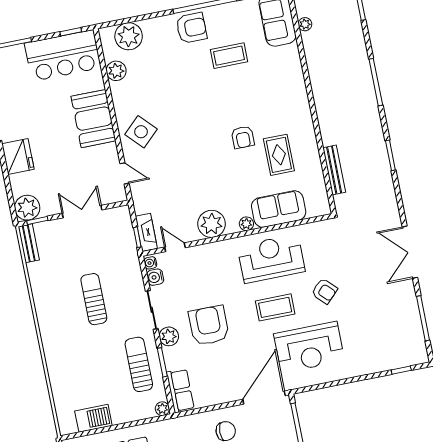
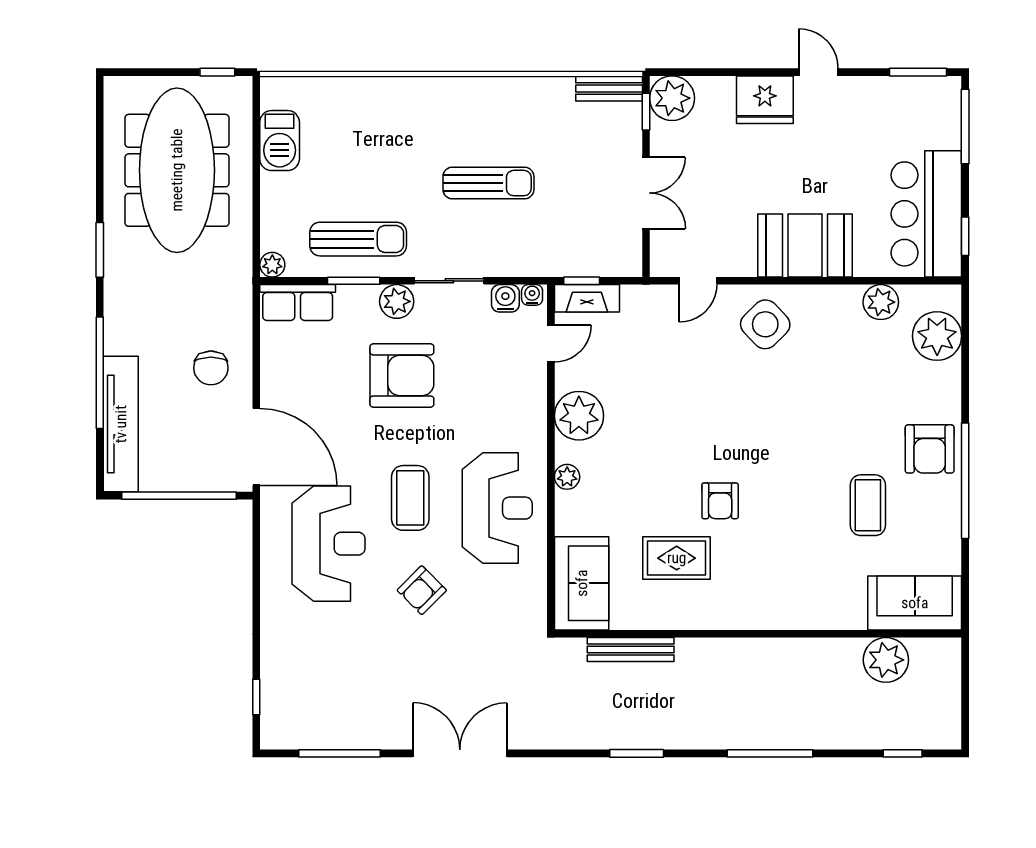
plant: (305, 24) -> (886, 660), width x1.87, depth x1.87
armchair: (243, 137) -> (720, 501), turned -90
sofa: (279, 209) -> (582, 583), moved
reception desk: (309, 347) -> (329, 544), turned 180

